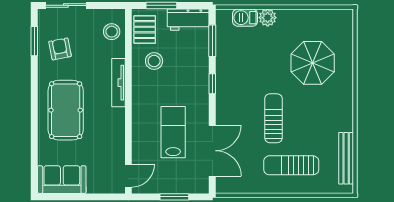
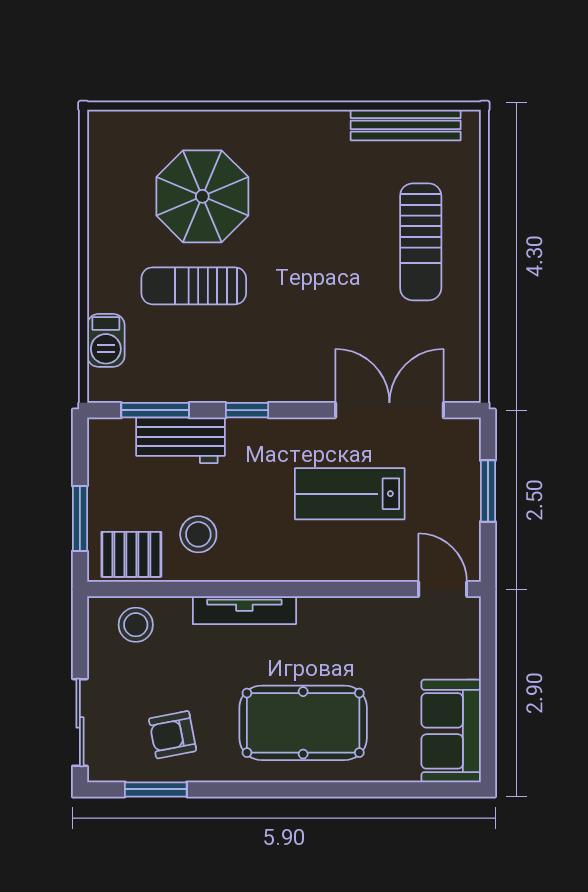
plant: (268, 18) -> (106, 292), removed
workbench: (188, 20) -> (180, 440), moved, turned 90
sun lounger: (273, 118) -> (194, 286), moved

